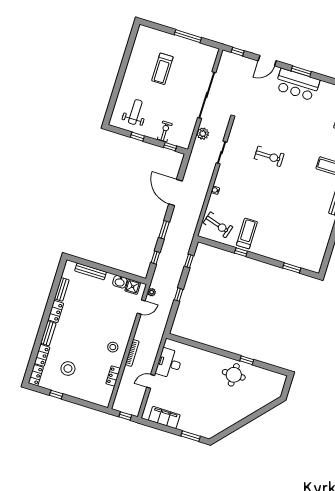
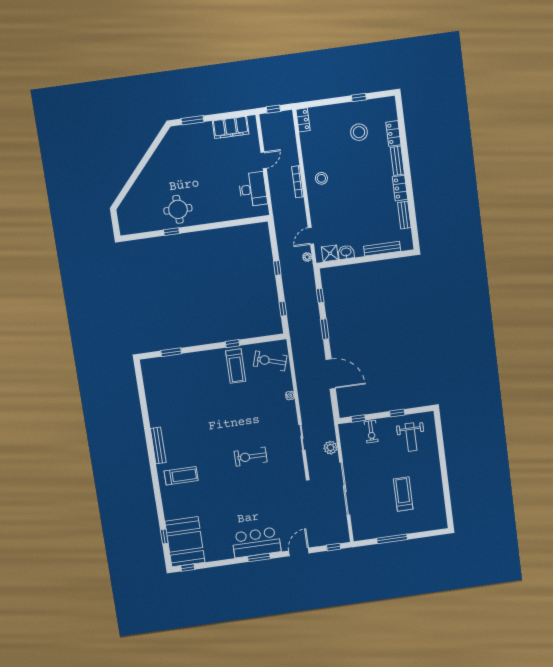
locker: (36, 375) -> (390, 108), removed
locker: (113, 376) -> (303, 120), moved

